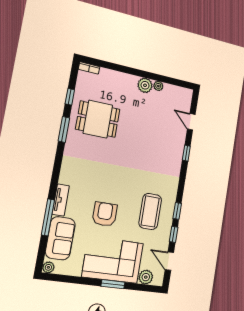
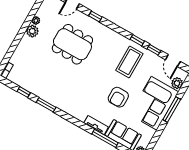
dining table: (98, 119) -> (72, 44), moved, width x1.38
coffee table: (150, 211) -> (129, 62), turned 90
armchair: (105, 214) -> (118, 97), turned -90
door: (169, 261) -> (173, 61), hinge flipped
window: (113, 284) -> (172, 110), width x1.44

